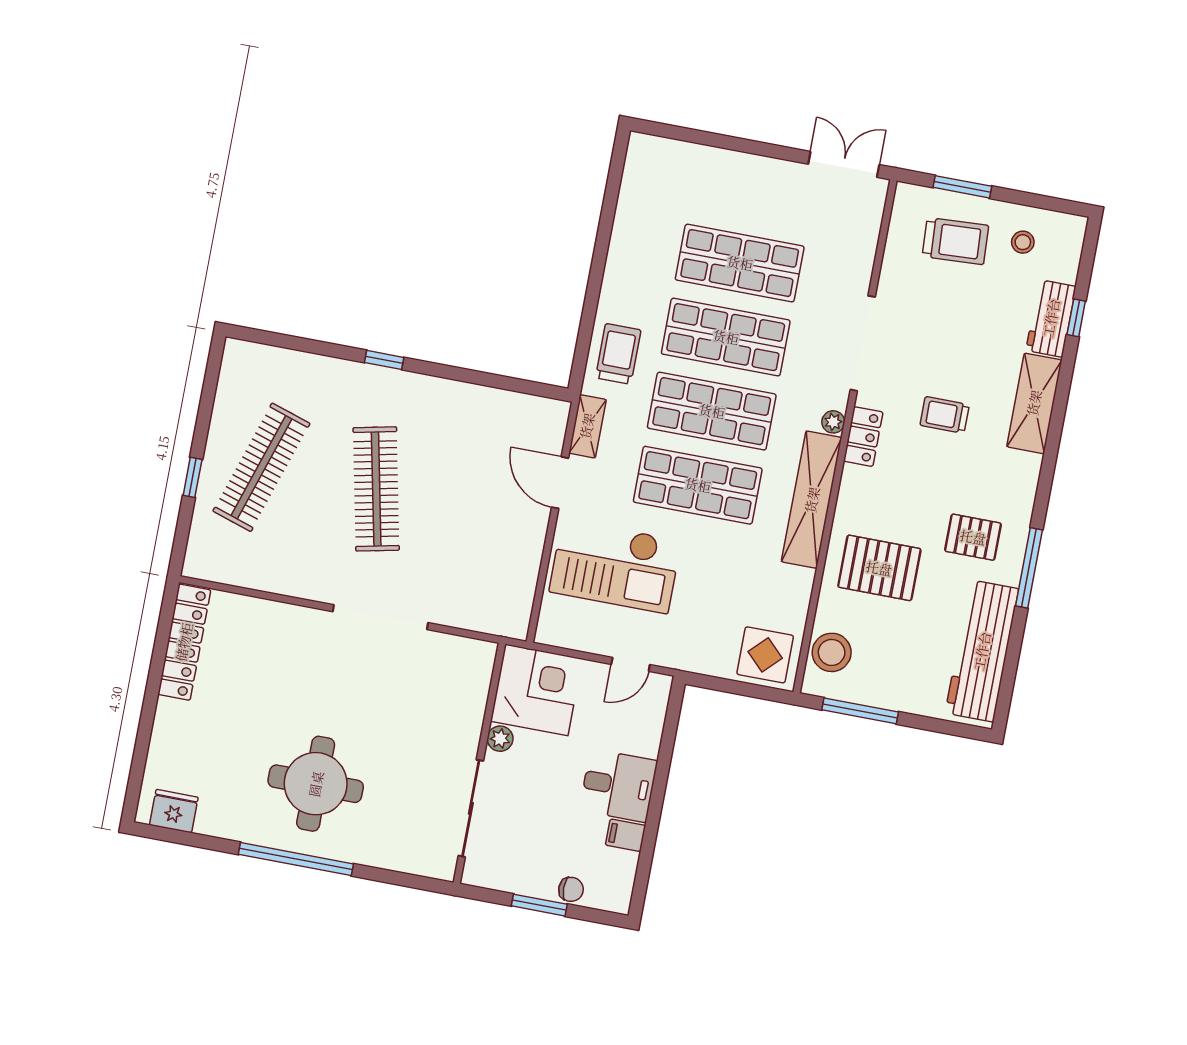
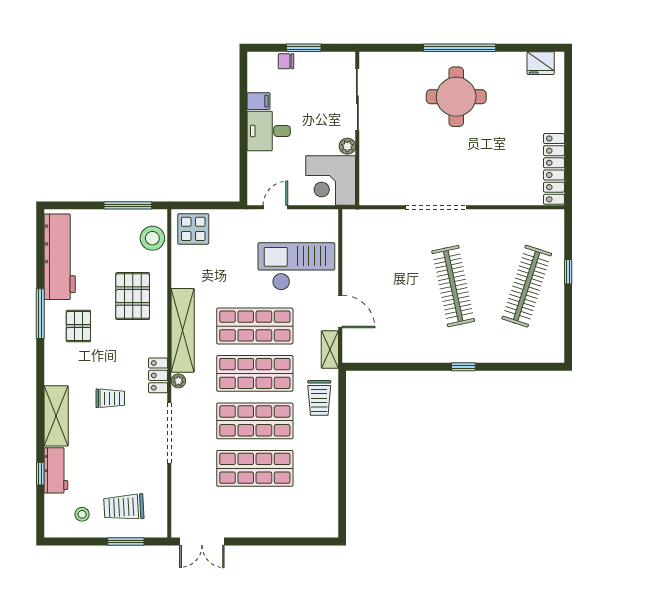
pallet: (973, 537) -> (78, 326), turned 90
pallet: (879, 568) -> (133, 296), turned 90

